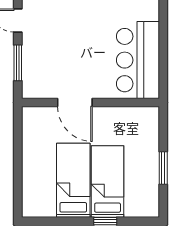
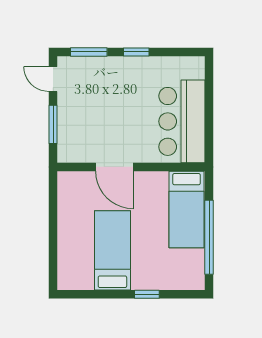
window: (163, 168) -> (209, 237), width x2.11
bed: (108, 181) -> (187, 210), moved, turned 180

